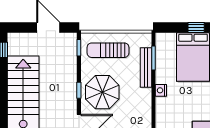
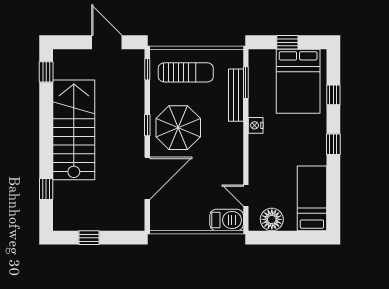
window: (196, 27) -> (287, 42), moved
sun lounger: (108, 50) -> (186, 72), turned 180

